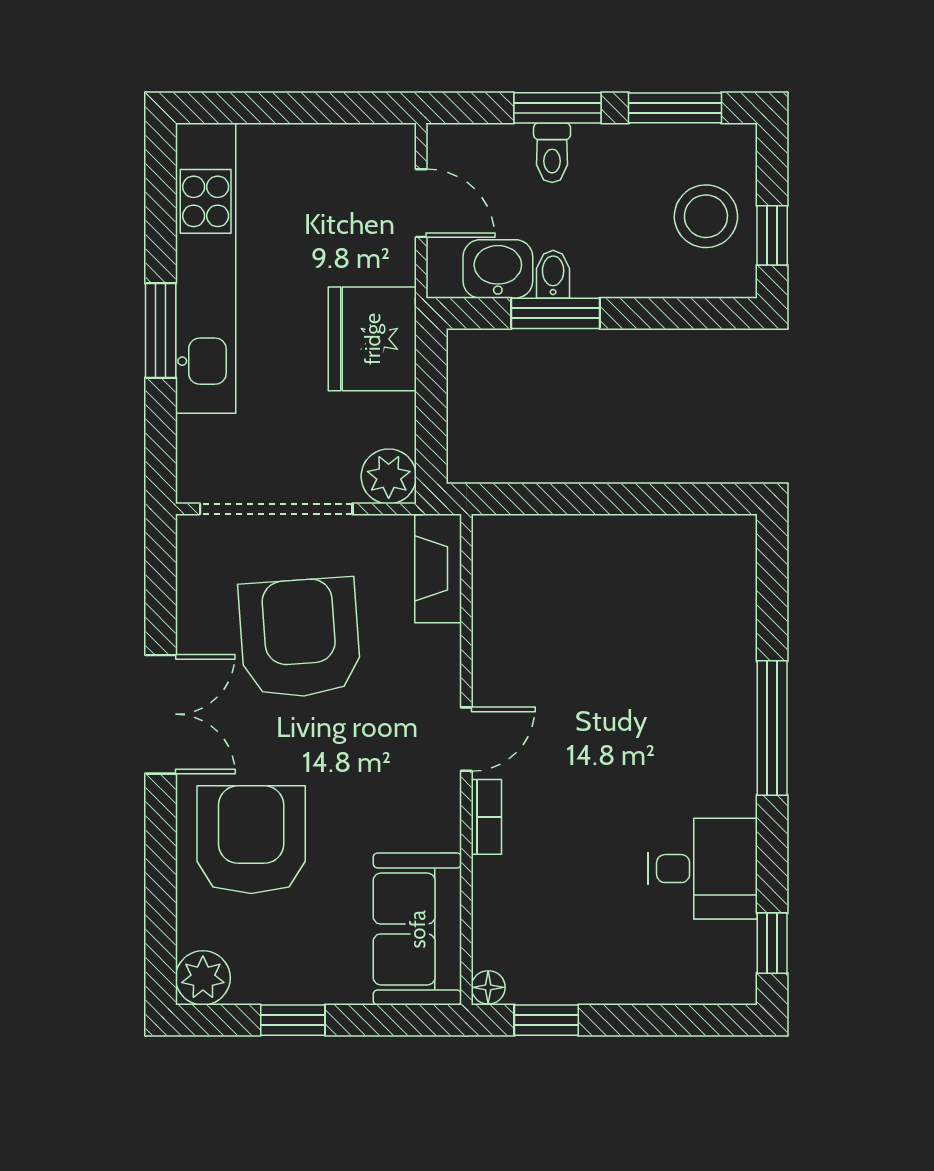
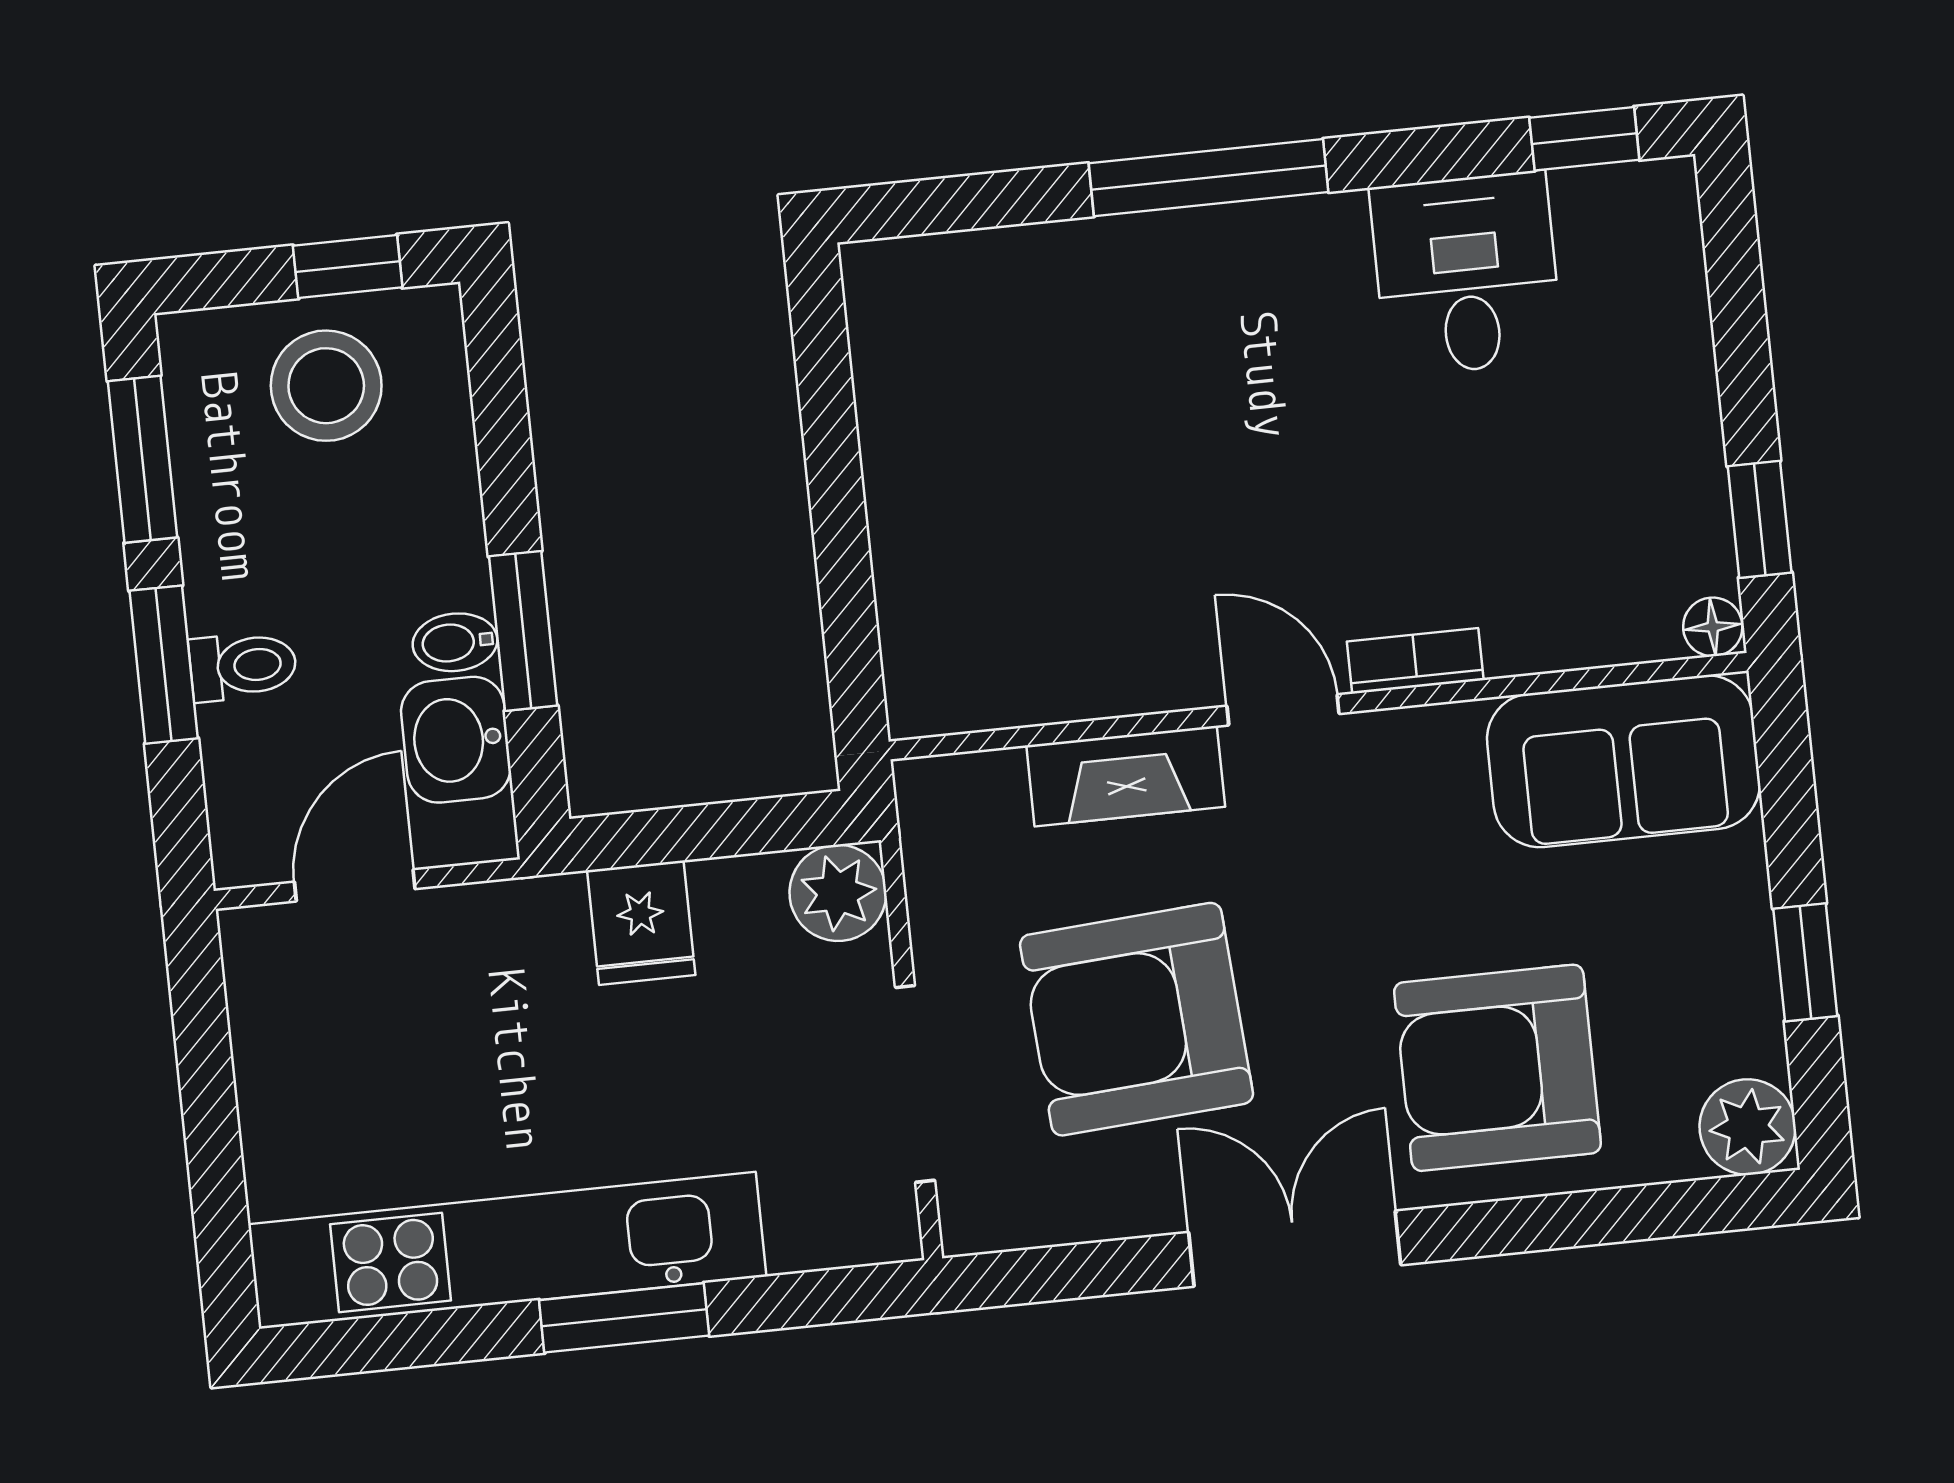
fridge: (372, 339) -> (641, 923), width x0.53, depth x0.75
doorway: (276, 509) -> (915, 1084), width x0.73
fireplace: (438, 568) -> (1126, 776), moved

